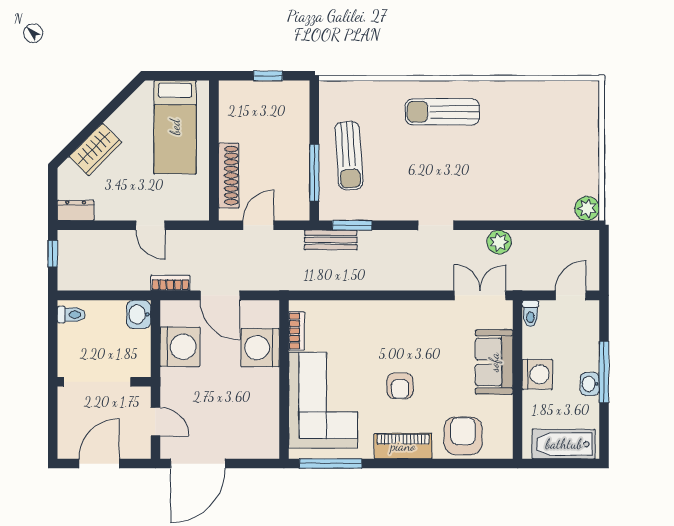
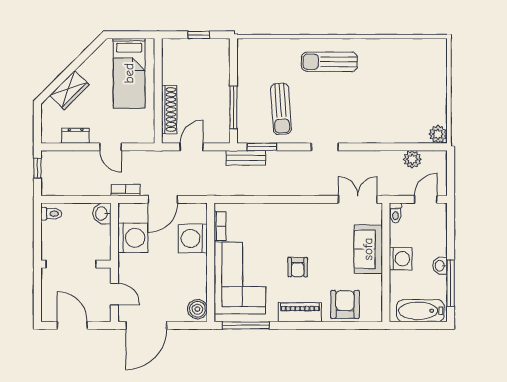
sun lounger: (349, 156) -> (281, 109), moved
dresser: (76, 210) -> (76, 136), moved
plant: (499, 242) -> (412, 159), moved
door: (220, 295) -> (163, 199), hinge flipped
window: (604, 372) -> (451, 283), moved
boiler: (266, 442) -> (197, 309), added
door: (99, 464) -> (72, 325), hinge flipped

